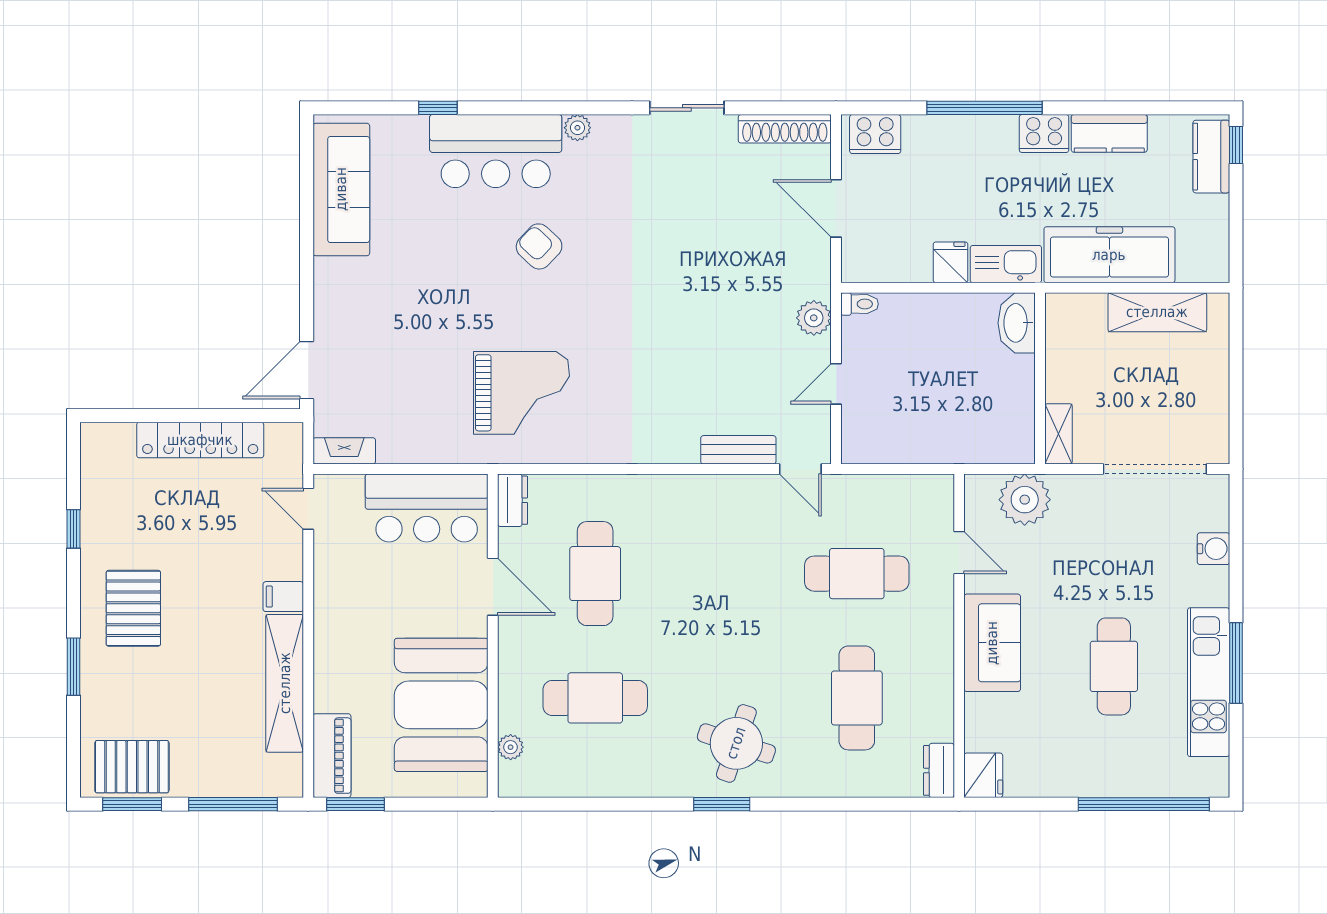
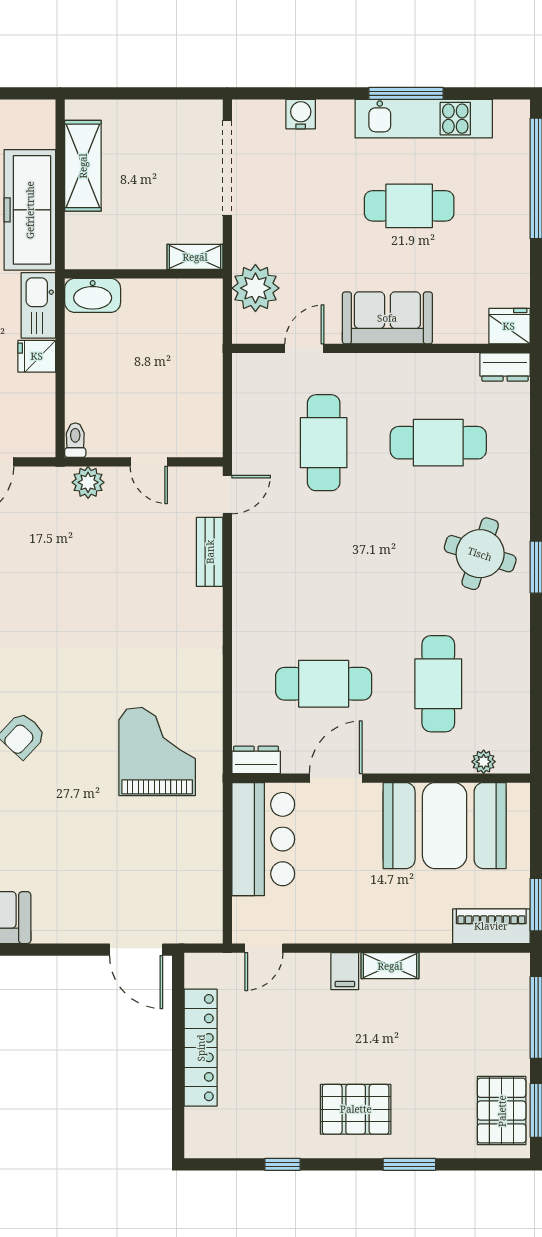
fireplace: (344, 451) -> (211, 915), removed
shelving: (285, 683) -> (390, 966), width x0.45, depth x0.75

